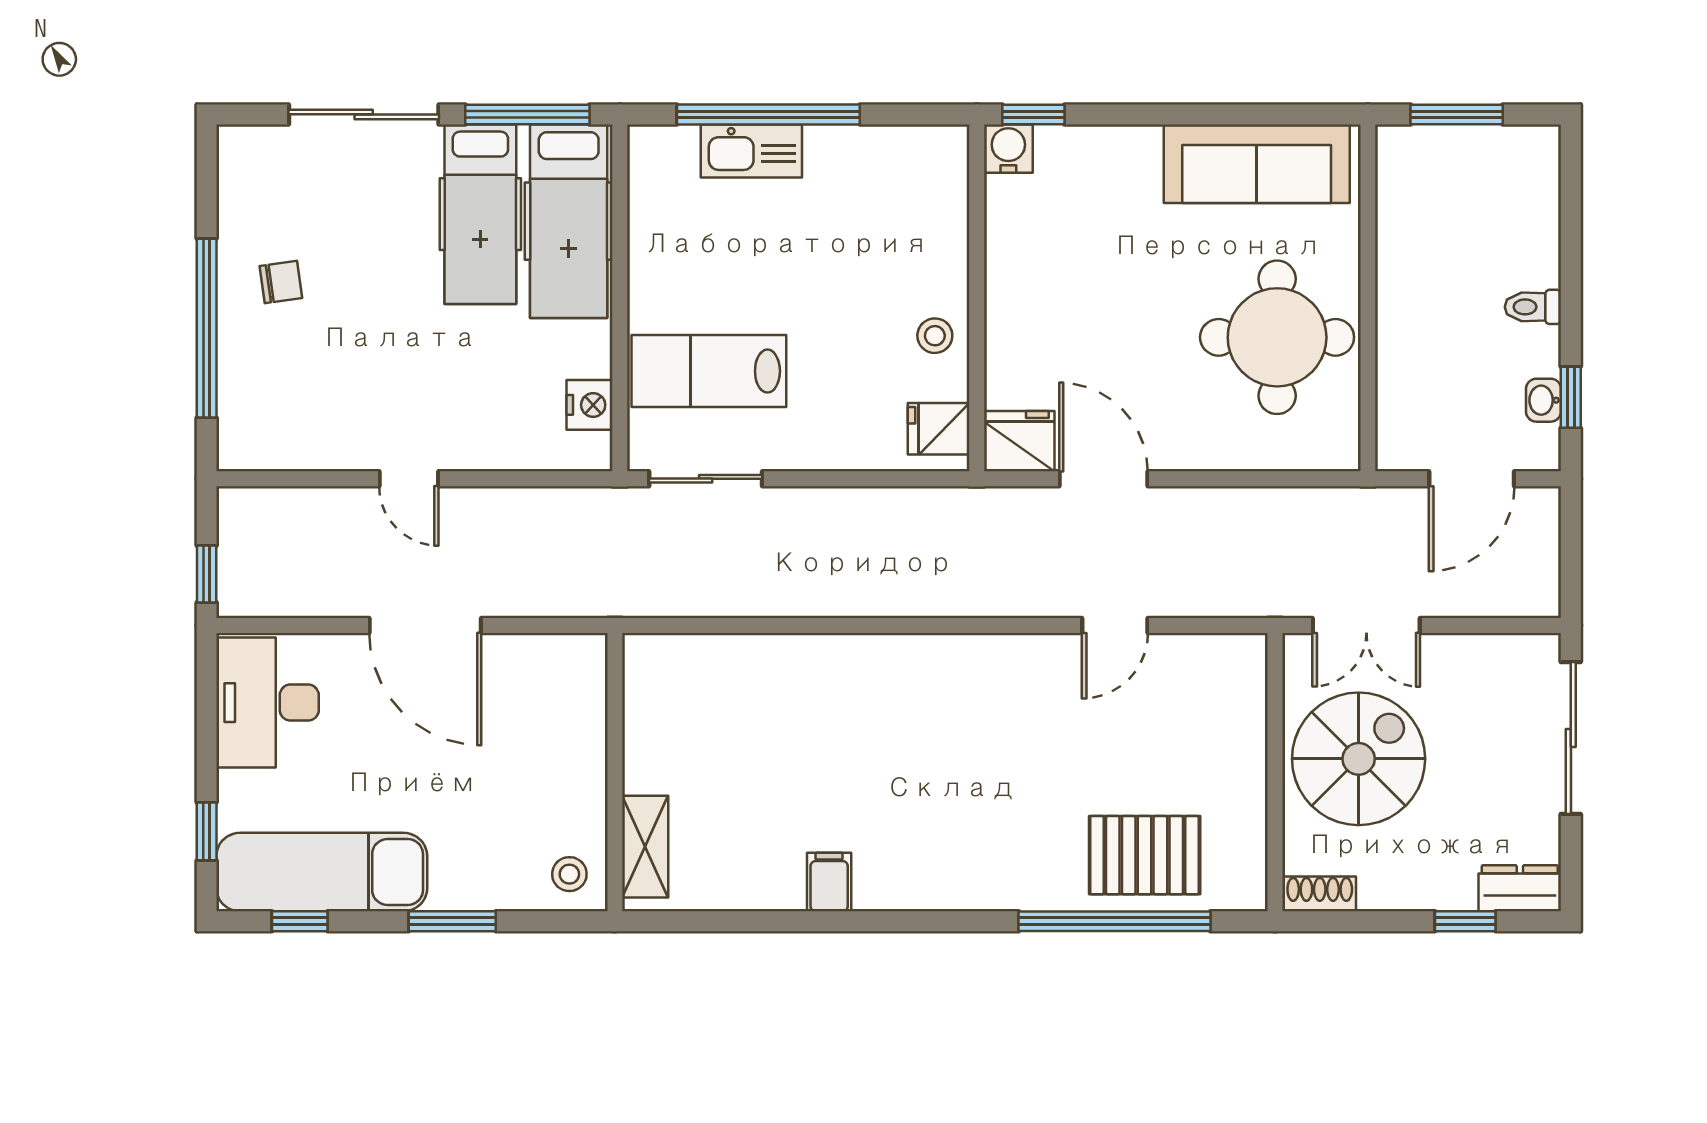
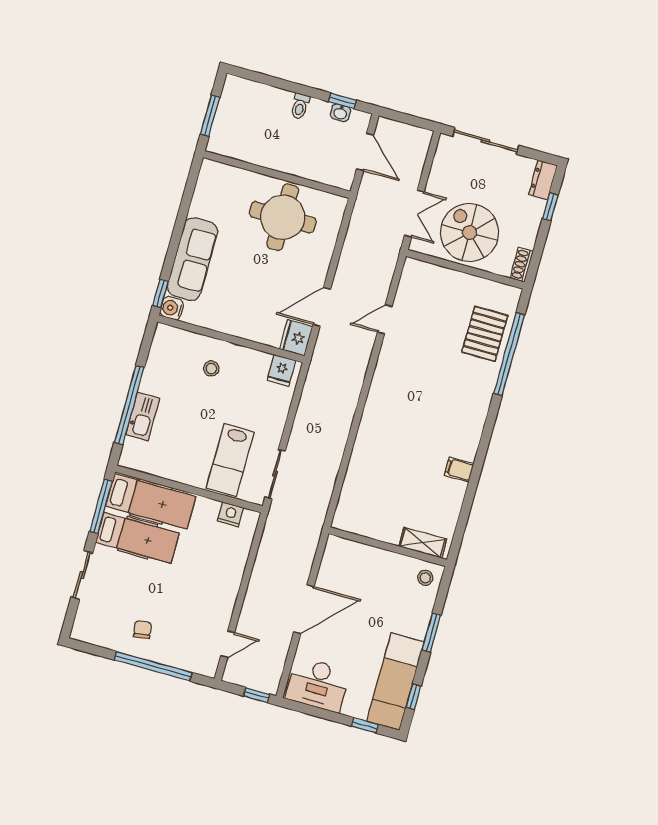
sliding door: (364, 114) -> (82, 575), width x0.73
sofa: (1257, 164) -> (192, 259), moved
stool: (935, 336) -> (211, 369), moved
door: (409, 479) -> (228, 644), moved
door: (1115, 625) -> (385, 319), swing flipped

